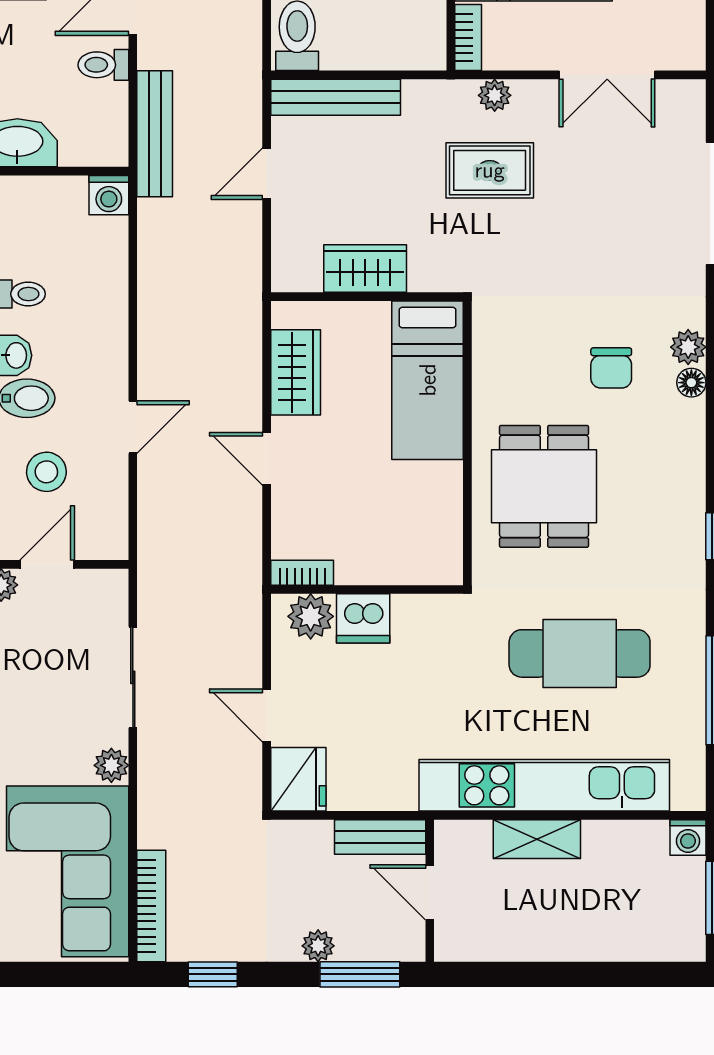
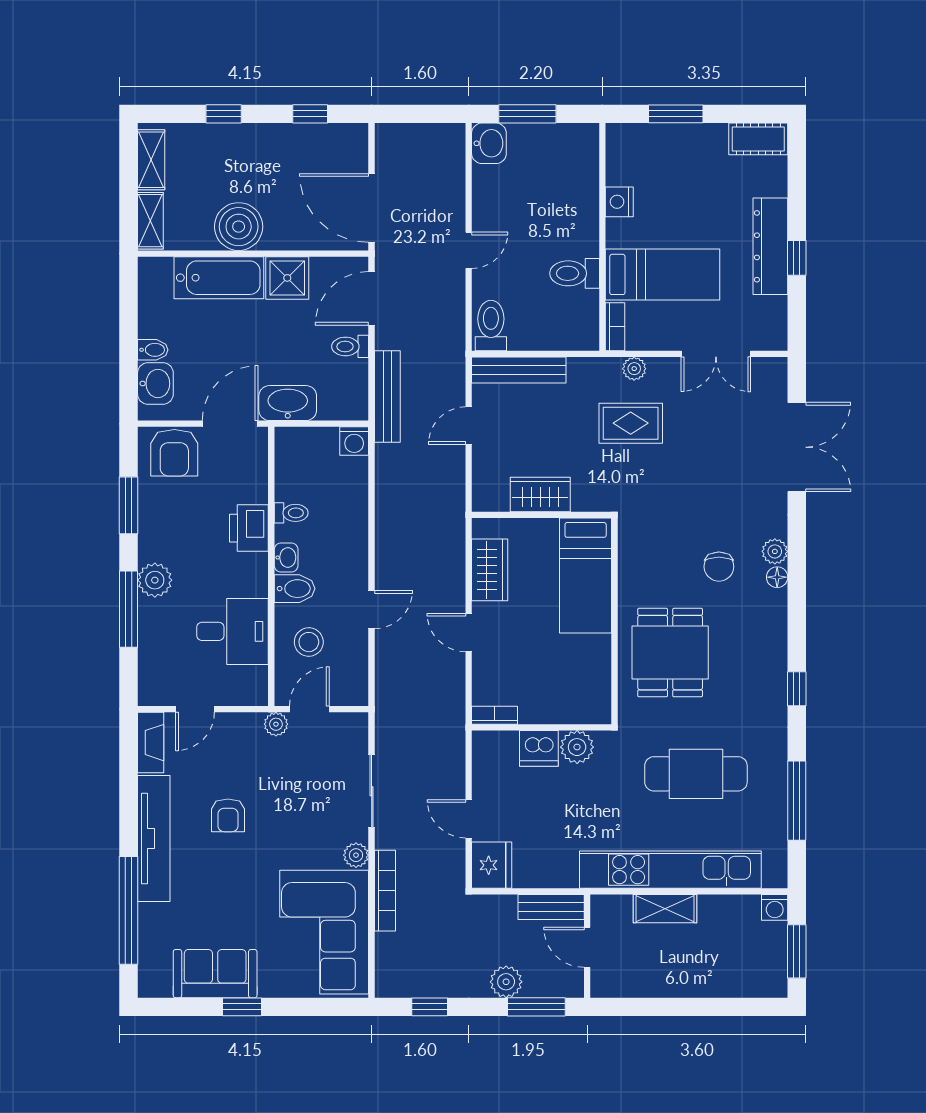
plant: (311, 616) -> (577, 747), moved
bookcase: (151, 906) -> (385, 891), moved
plant: (318, 946) -> (506, 982), width x1.38, depth x1.38

